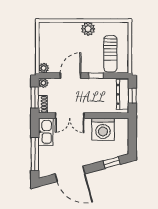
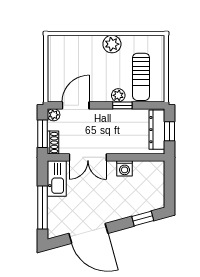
plant: (44, 68) -> (118, 95), moved
door: (71, 76) -> (76, 105), moved
washing machine: (103, 129) -> (125, 168), width x0.53, depth x0.53

